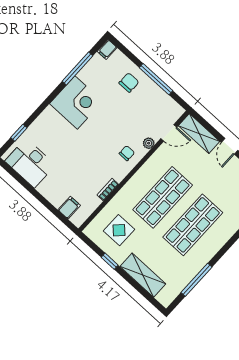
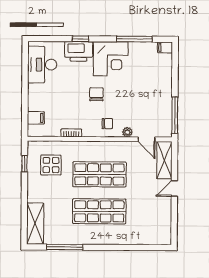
window: (156, 79) -> (175, 115), moved
chair: (129, 83) -> (96, 94), moved, turned -90
printer: (46, 123) -> (79, 51), added
window: (19, 133) -> (80, 39), moved
window: (110, 261) -> (25, 164), moved
shelving: (143, 275) -> (35, 224), moved

